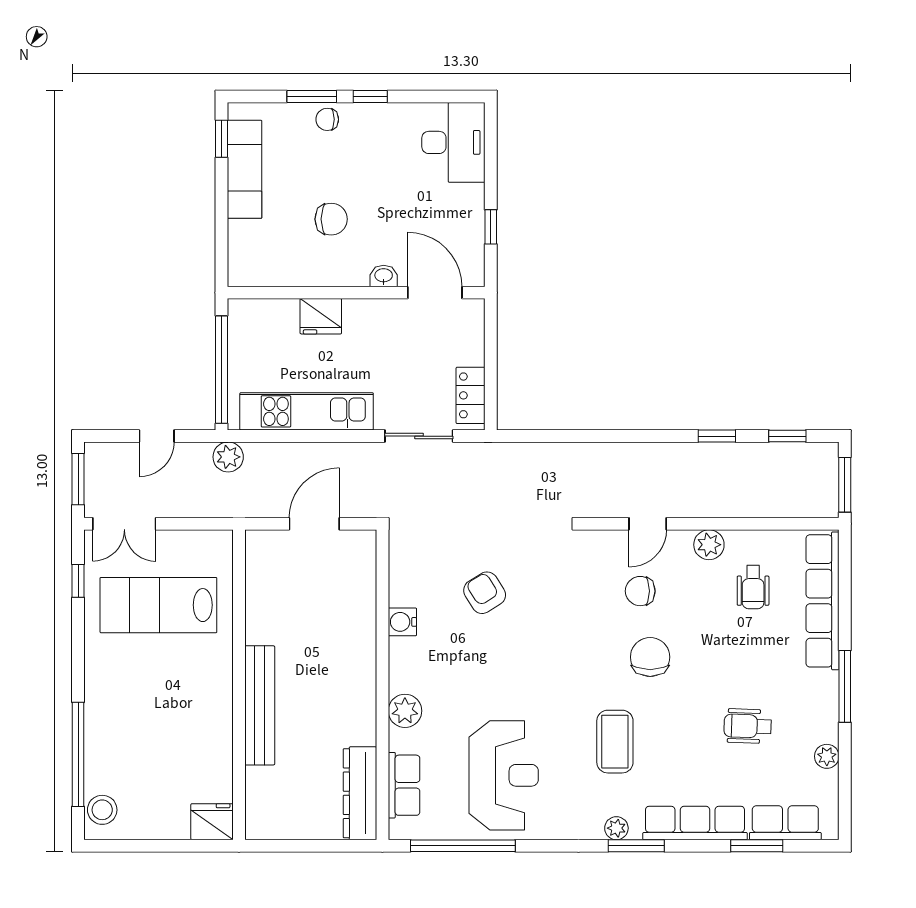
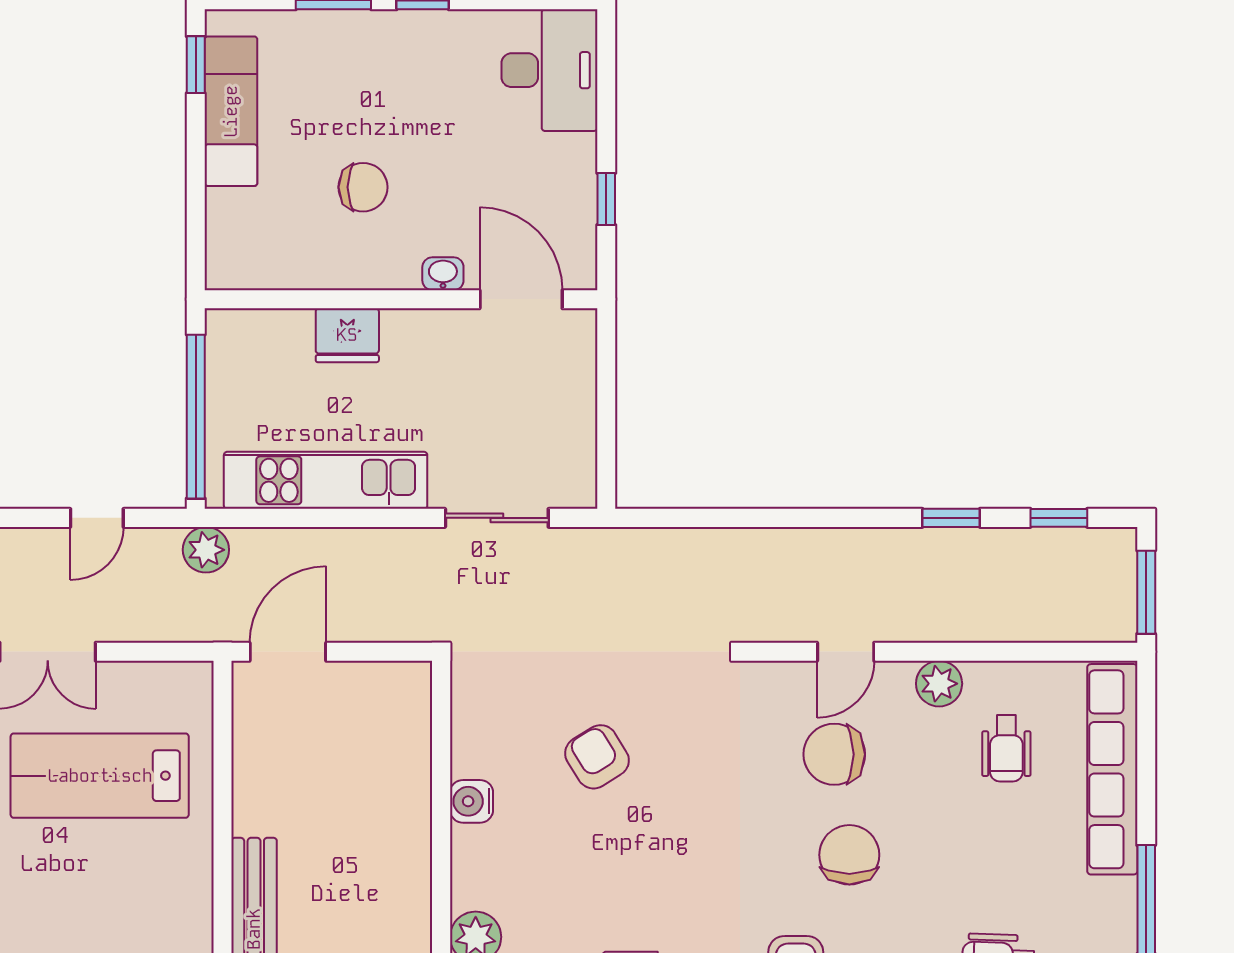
chair: (327, 119) -> (357, 35), removed
locker: (471, 395) -> (576, 456), removed
door: (314, 524) -> (288, 652), moved
chair: (640, 591) -> (834, 754), width x1.37, depth x1.37

